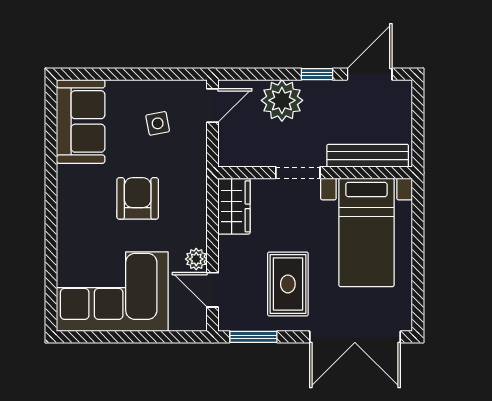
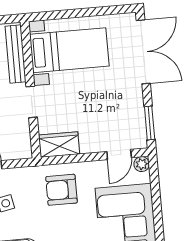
armchair: (138, 198) -> (61, 190), moved
plant: (196, 259) -> (142, 164), moved
rug: (288, 284) -> (110, 102), removed

